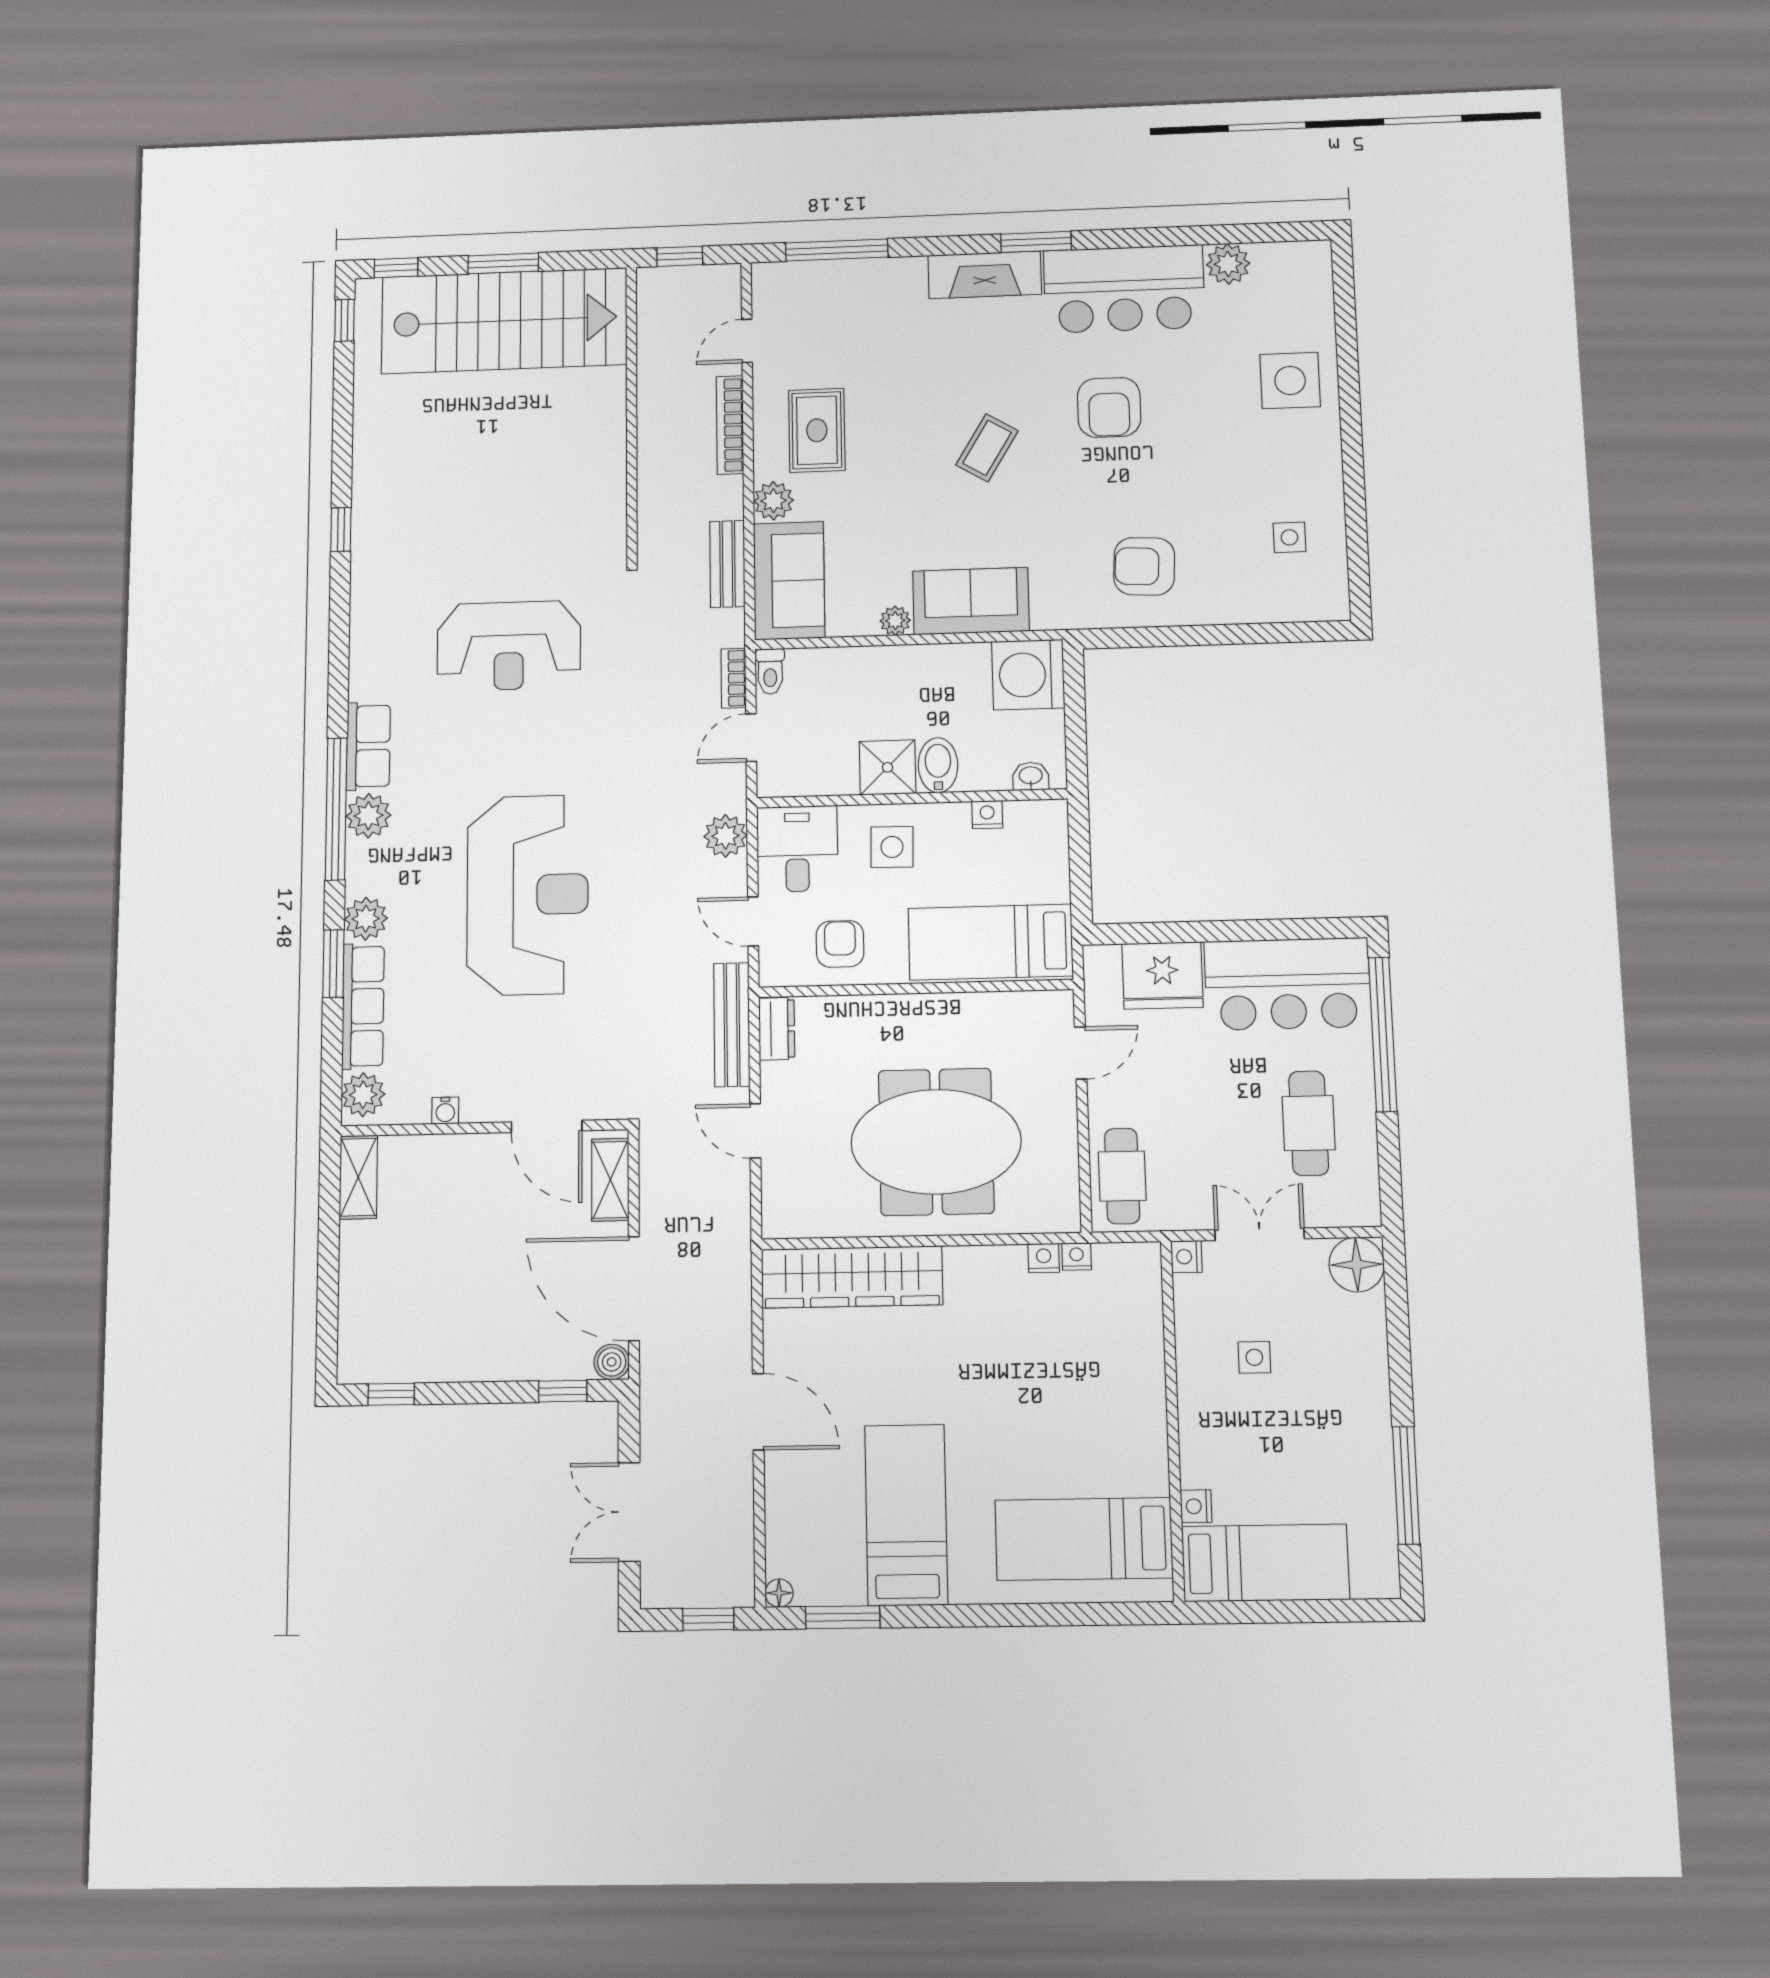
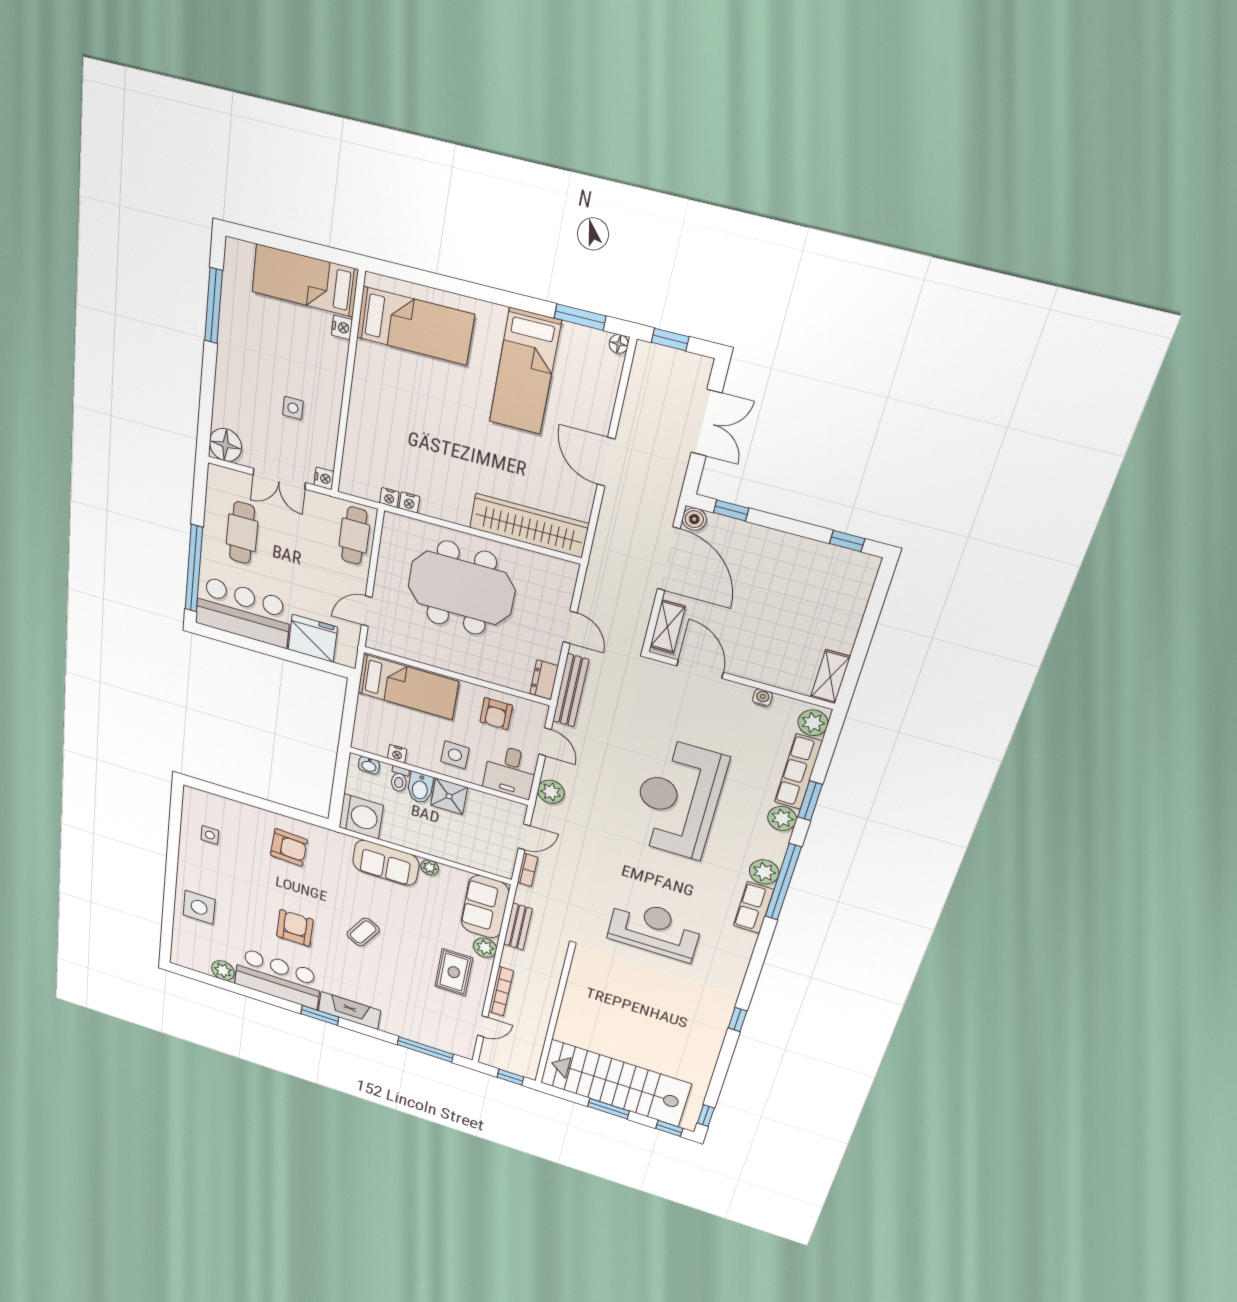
toilet: (770, 671) -> (399, 779), moved, turned 180

